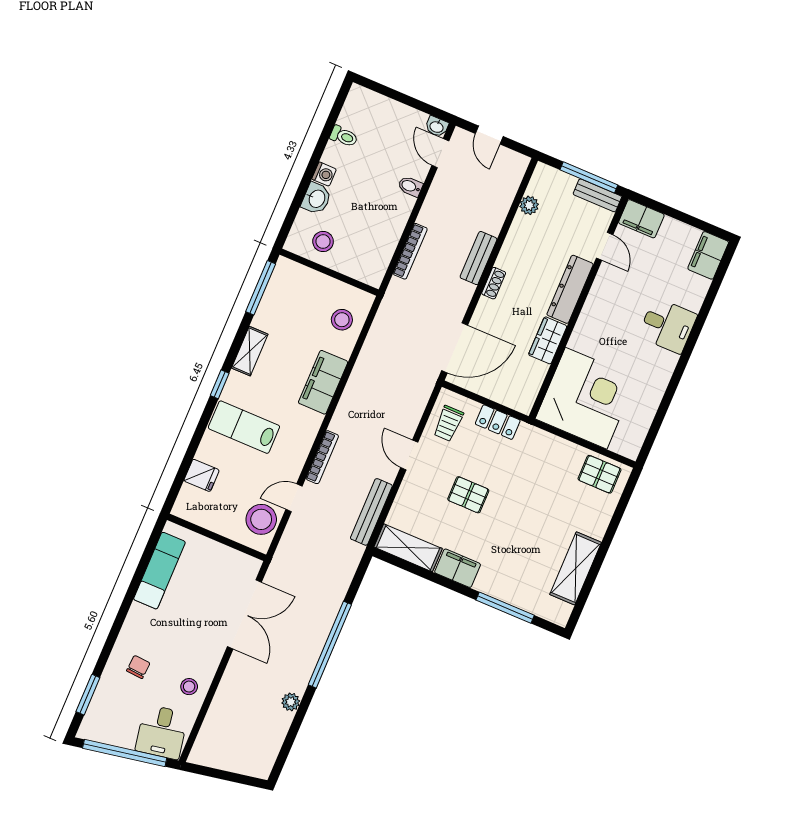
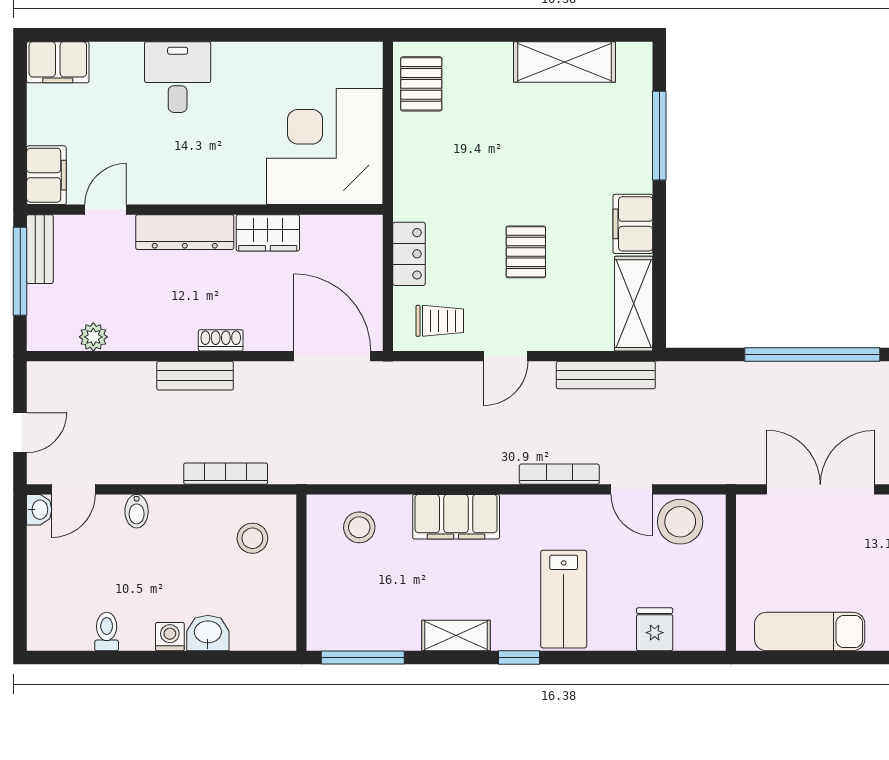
stool: (323, 241) -> (252, 538), moved

